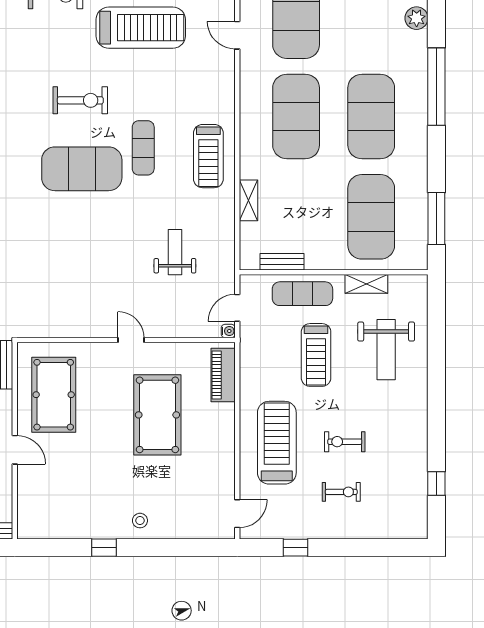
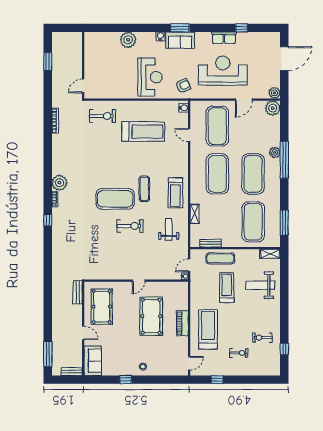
plant: (417, 18) -> (275, 152), moved
exercise bike: (80, 100) -> (130, 226), moved
weight bench: (175, 252) -> (169, 229), moved
shelving: (366, 284) -> (270, 254), moved
door: (131, 340) -> (139, 281), swing flipped
weight bench: (386, 350) -> (260, 285), turned 90
treadmill: (316, 355) -> (227, 288), turned 180
piano: (223, 375) -> (182, 323), moved
exercise bike: (345, 442) -> (262, 338), moved
sofa: (35, 508) -> (93, 361), added

